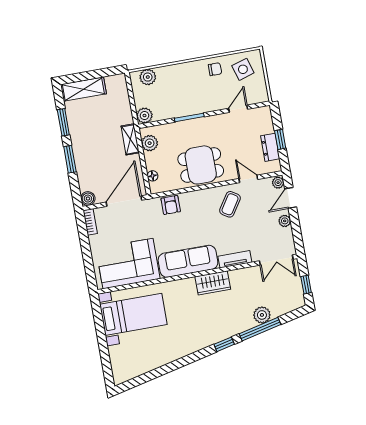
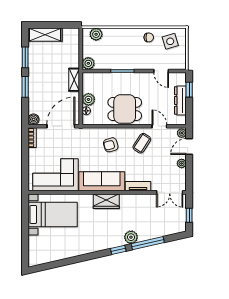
door: (238, 109) -> (161, 71), swing flipped
window: (280, 139) -> (189, 90), moved
plant: (150, 143) -> (88, 99), moved
dresser: (270, 147) -> (180, 100), width x1.44
armchair: (171, 205) -> (111, 145), moved, turned 74
wardrobe: (213, 283) -> (106, 201), moved
plant: (262, 315) -> (131, 237), moved

